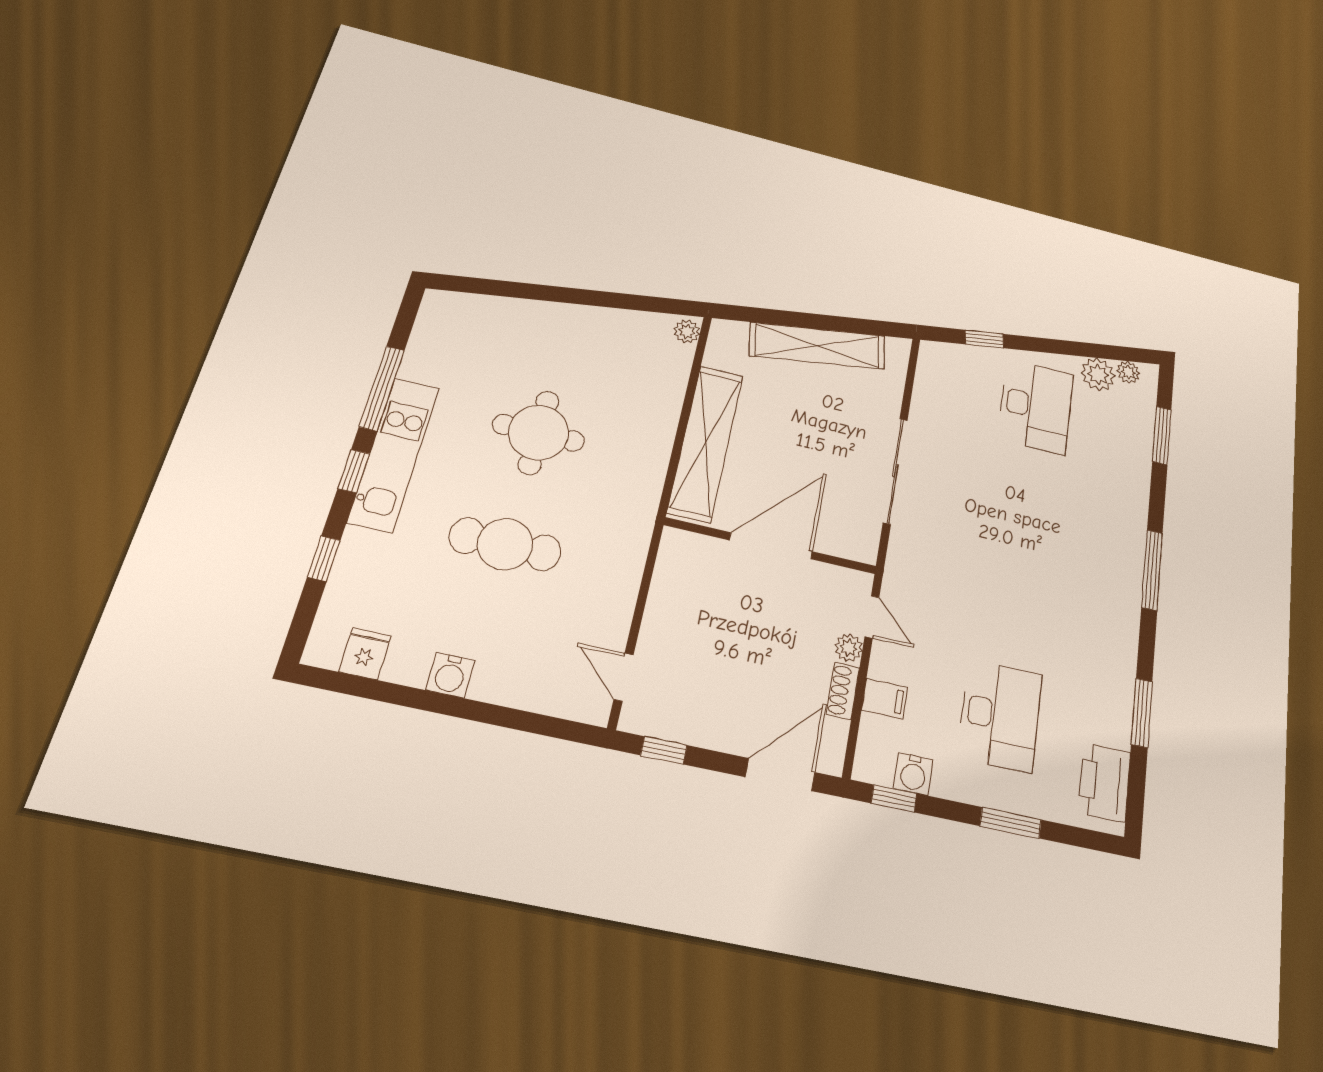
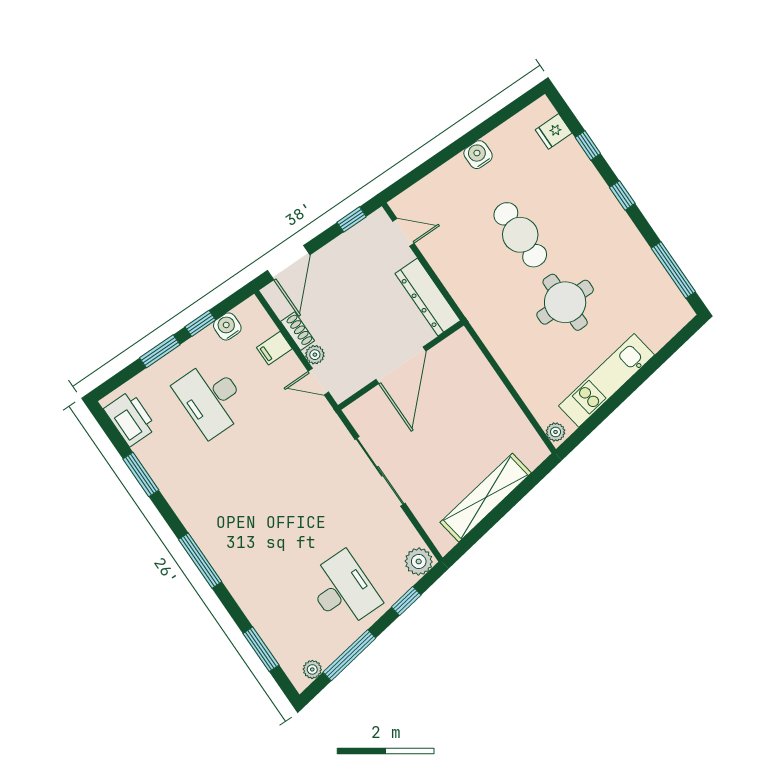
window: (1082, 349) -> (349, 655), added
plant: (1098, 374) -> (419, 561), moved
window: (382, 388) -> (673, 270), moved
desk: (1036, 406) -> (343, 590), turned 180
shelving: (705, 443) -> (485, 383), removed
kitchen unit: (394, 454) -> (607, 380), moved, turned 81
cafe table: (505, 544) -> (520, 235), turned 90
dresser: (671, 583) -> (428, 297), added
fridge: (365, 654) -> (554, 131), moved, turned 90
window: (894, 798) -> (200, 323), moved

